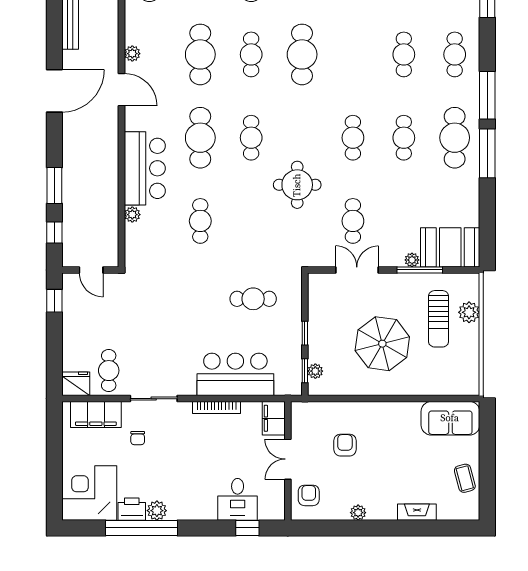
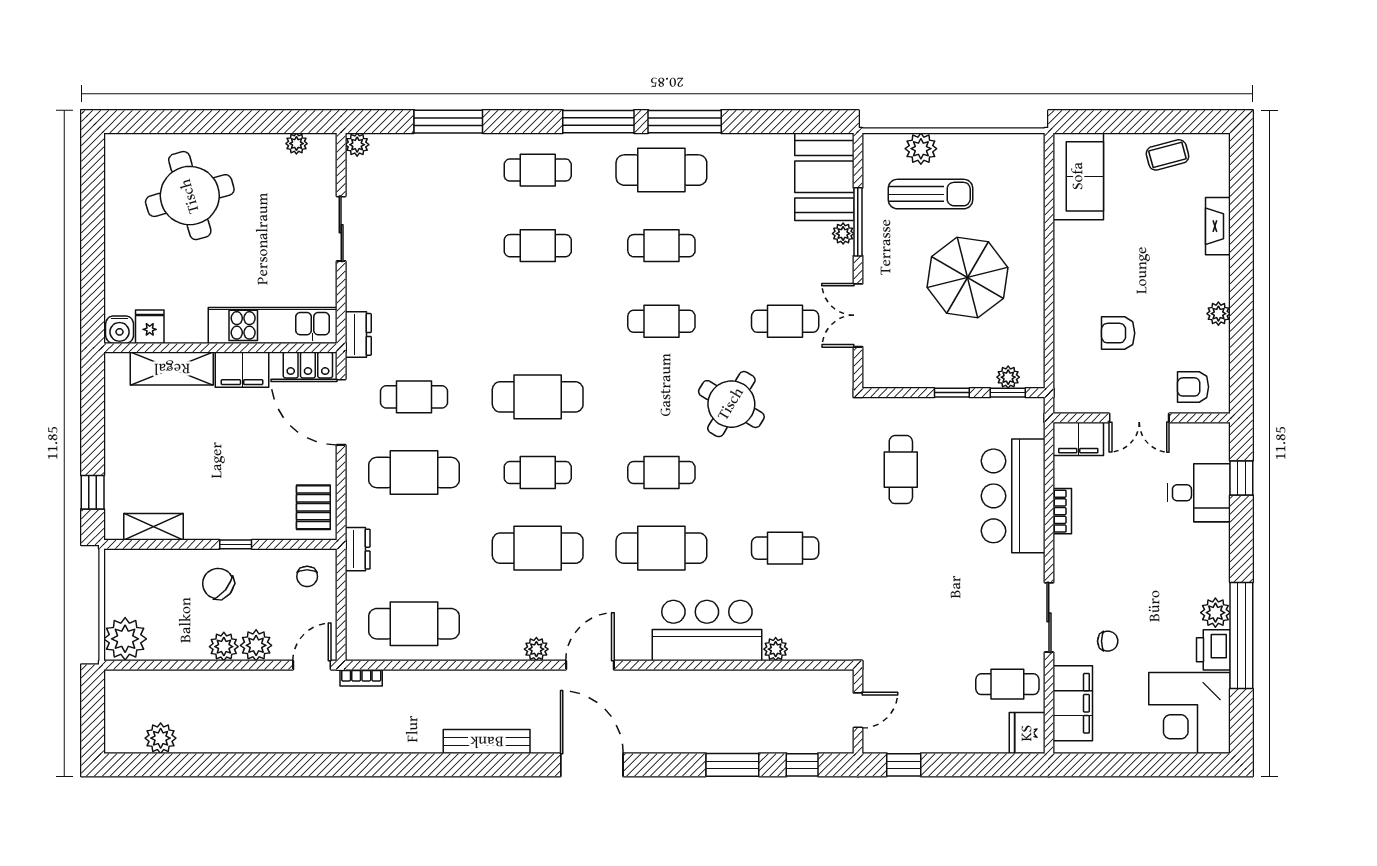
round table: (297, 185) -> (731, 404), turned 31
bookcase: (217, 407) -> (1062, 511), width x0.64

